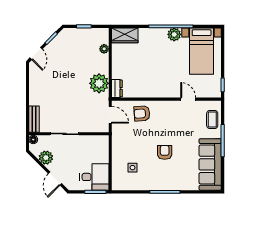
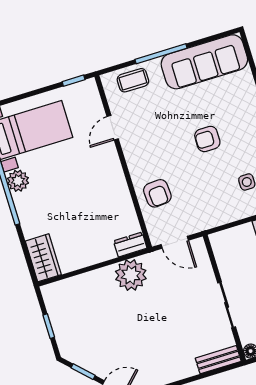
plant: (104, 49) -> (74, 284), removed
door: (110, 115) -> (175, 242), swing flipped

